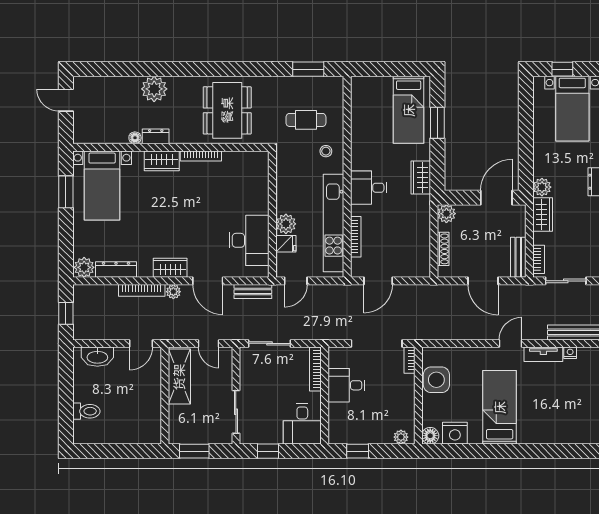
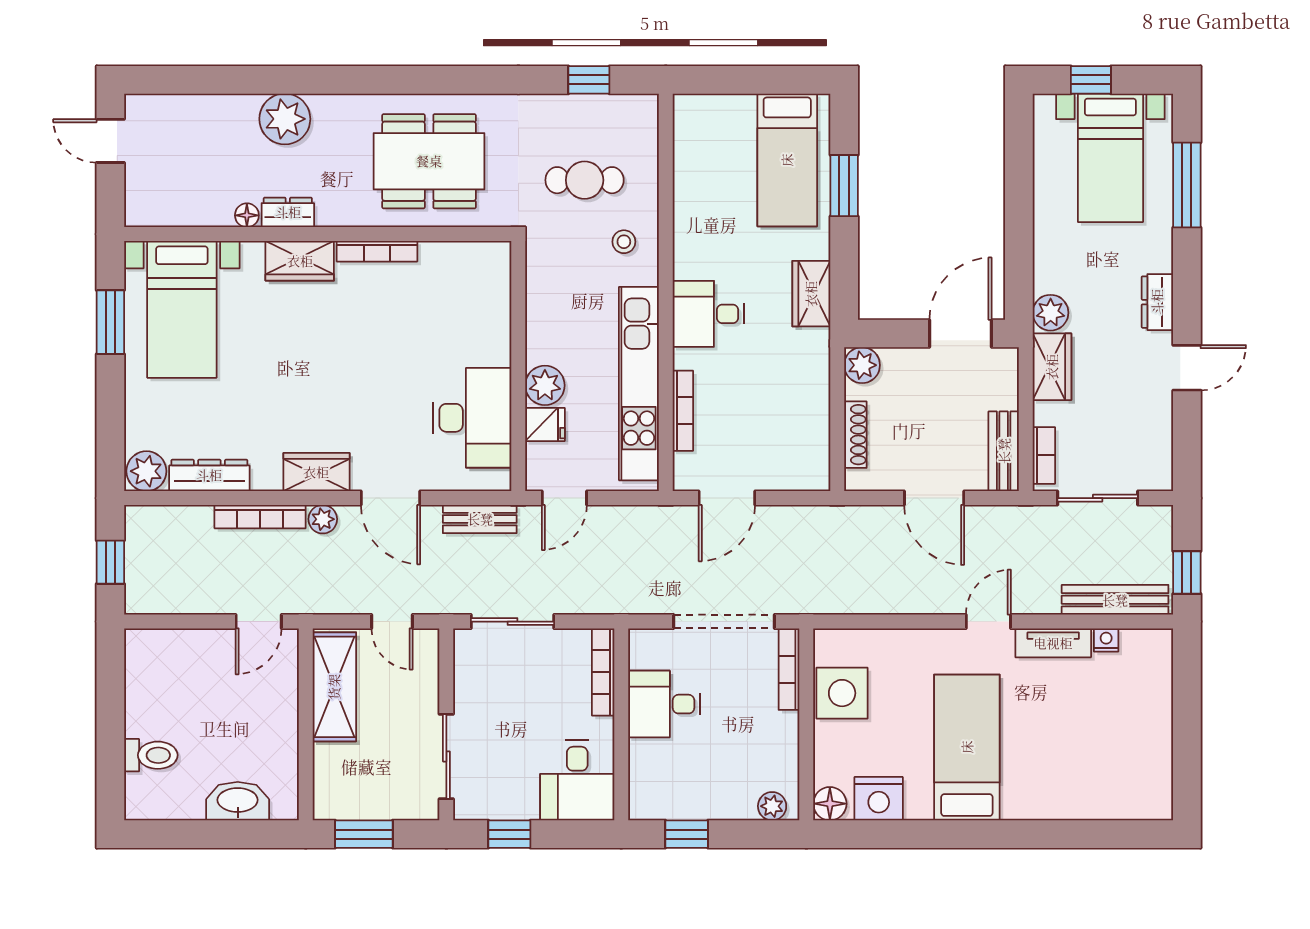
window: (308, 69) -> (589, 80), width x0.67
dining table: (227, 110) -> (429, 161), turned 90
washbasin: (97, 357) -> (238, 801), moved, turned 180
bookcase: (410, 360) -> (789, 669), width x1.56

